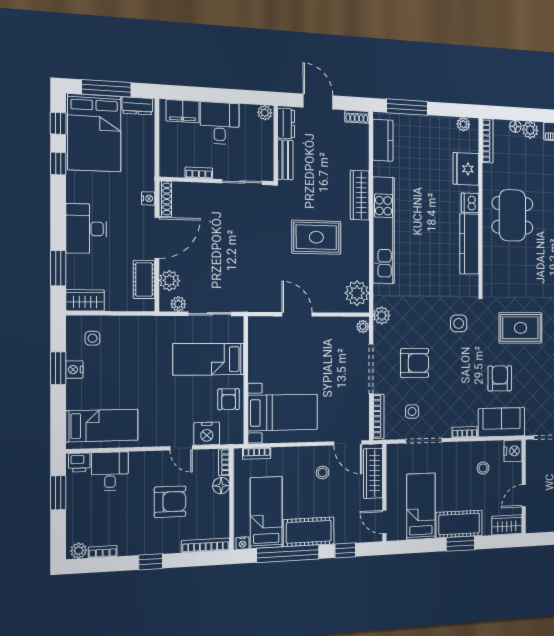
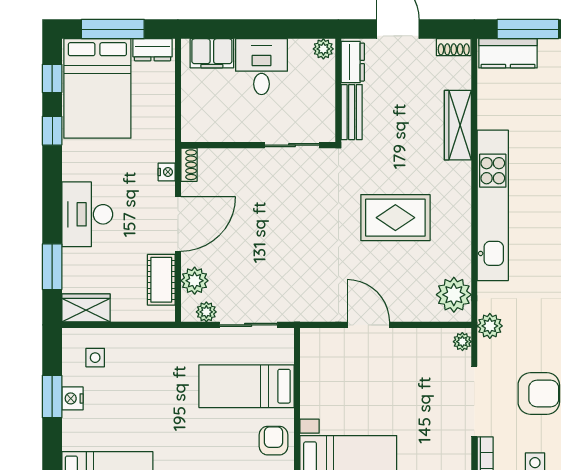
kitchen counter: (383, 140) -> (508, 53), moved, turned 90
bookcase: (199, 173) -> (234, 135), removed
wardrobe: (360, 195) -> (458, 125), moved
shoe rack: (165, 199) -> (189, 165), width x0.70
armchair: (229, 399) -> (273, 441), turned 180

